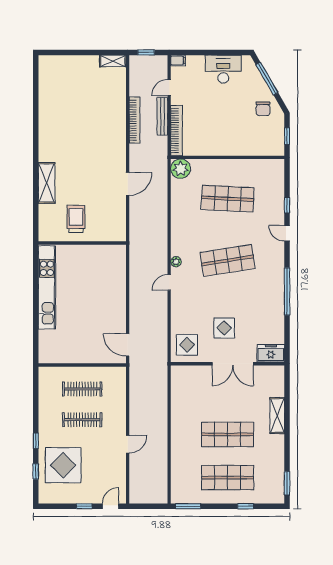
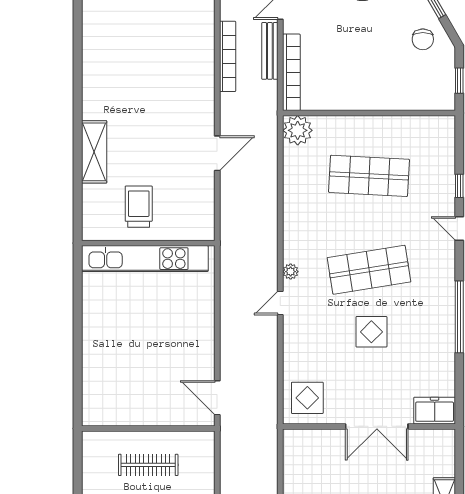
kitchen unit: (47, 287) -> (145, 259), moved, turned 90
display table: (224, 328) -> (371, 332), moved

